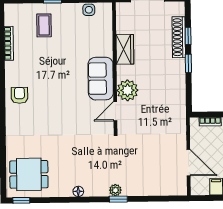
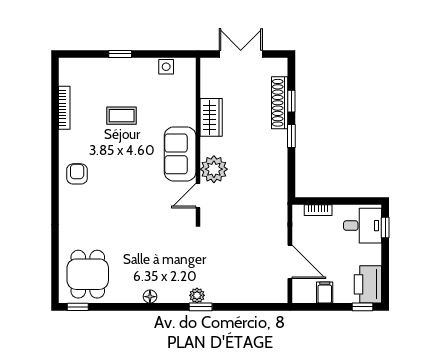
coffee table: (44, 25) -> (122, 116), moved, turned 90
dining table: (29, 174) -> (88, 274), turned 90

